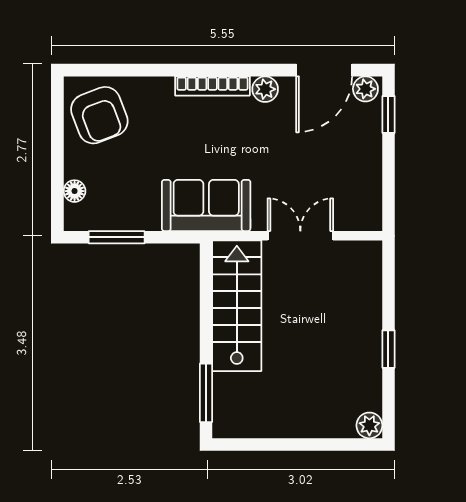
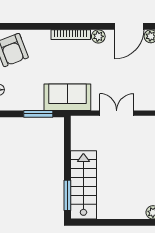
window: (117, 237) -> (38, 114), moved
stairs: (237, 306) -> (83, 185), moved

